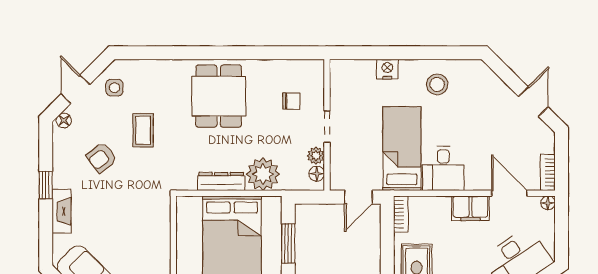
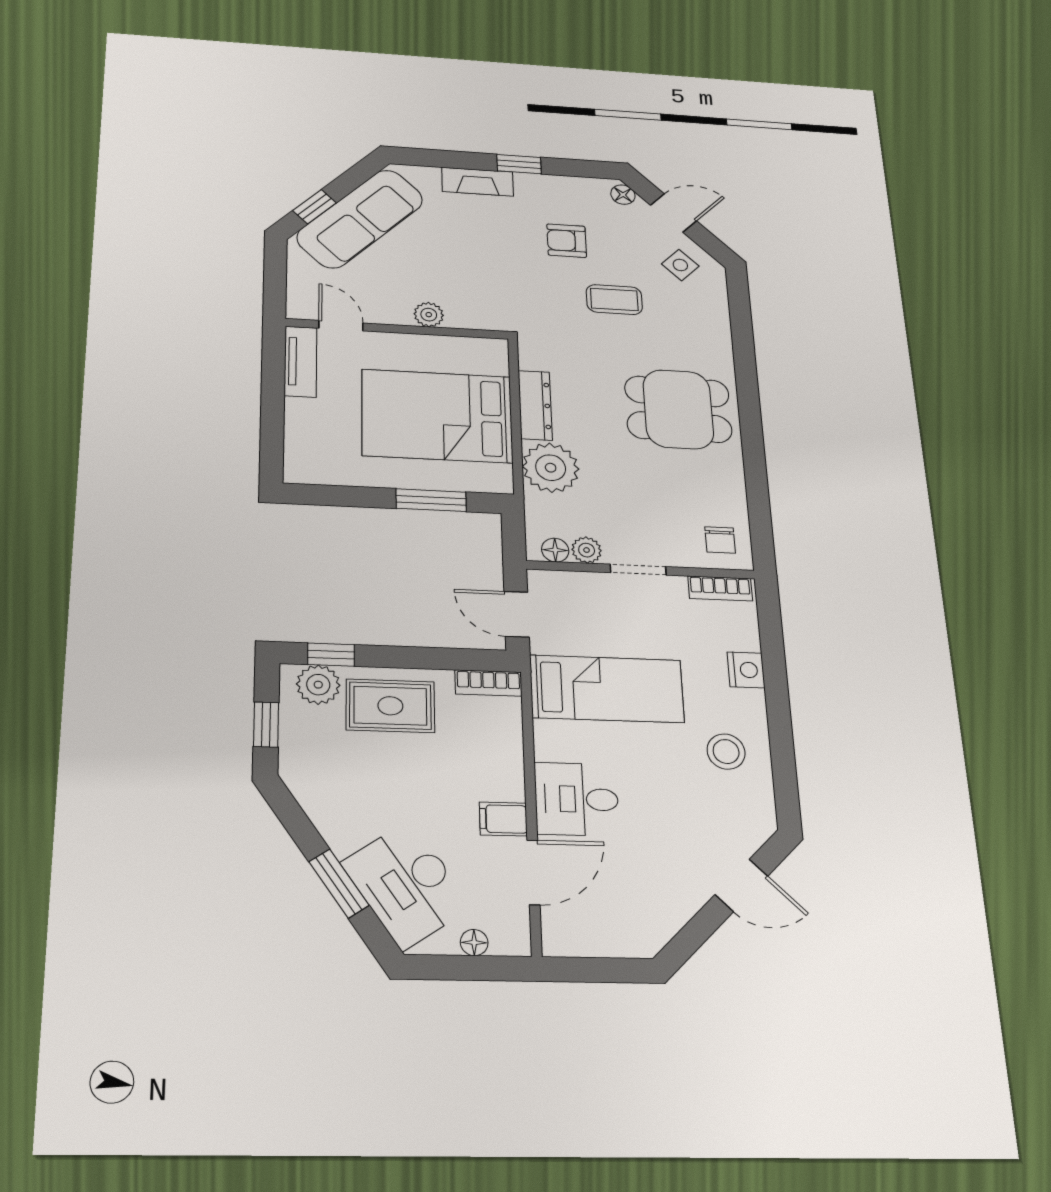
side table: (115, 88) -> (680, 265), turned 45
chair: (291, 101) -> (720, 540), moved
door: (533, 102) -> (741, 885), moved
armchair: (102, 158) -> (567, 241), turned -53
desk: (443, 168) -> (577, 799), moved
bookcase: (548, 173) -> (720, 589), moved, turned 180
floor lamp: (548, 203) -> (474, 943), moved
filing cabinet: (470, 208) -> (503, 819), width x0.50
plant: (162, 243) -> (429, 315), added

